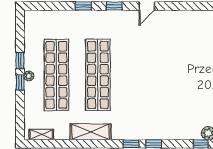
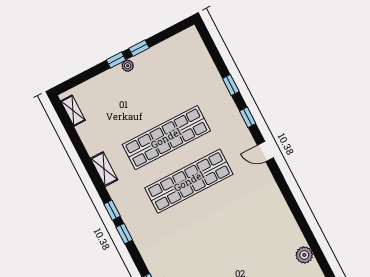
shop shelf: (56, 75) -> (189, 181), moved
shelving: (90, 132) -> (104, 169), width x0.67, depth x0.75

